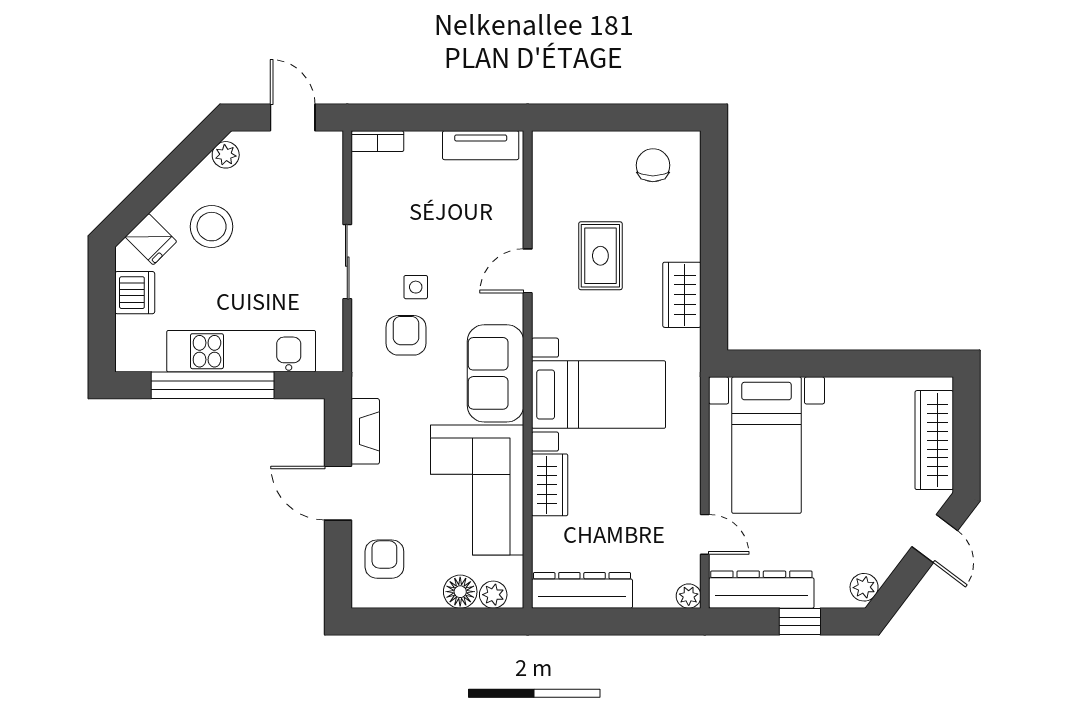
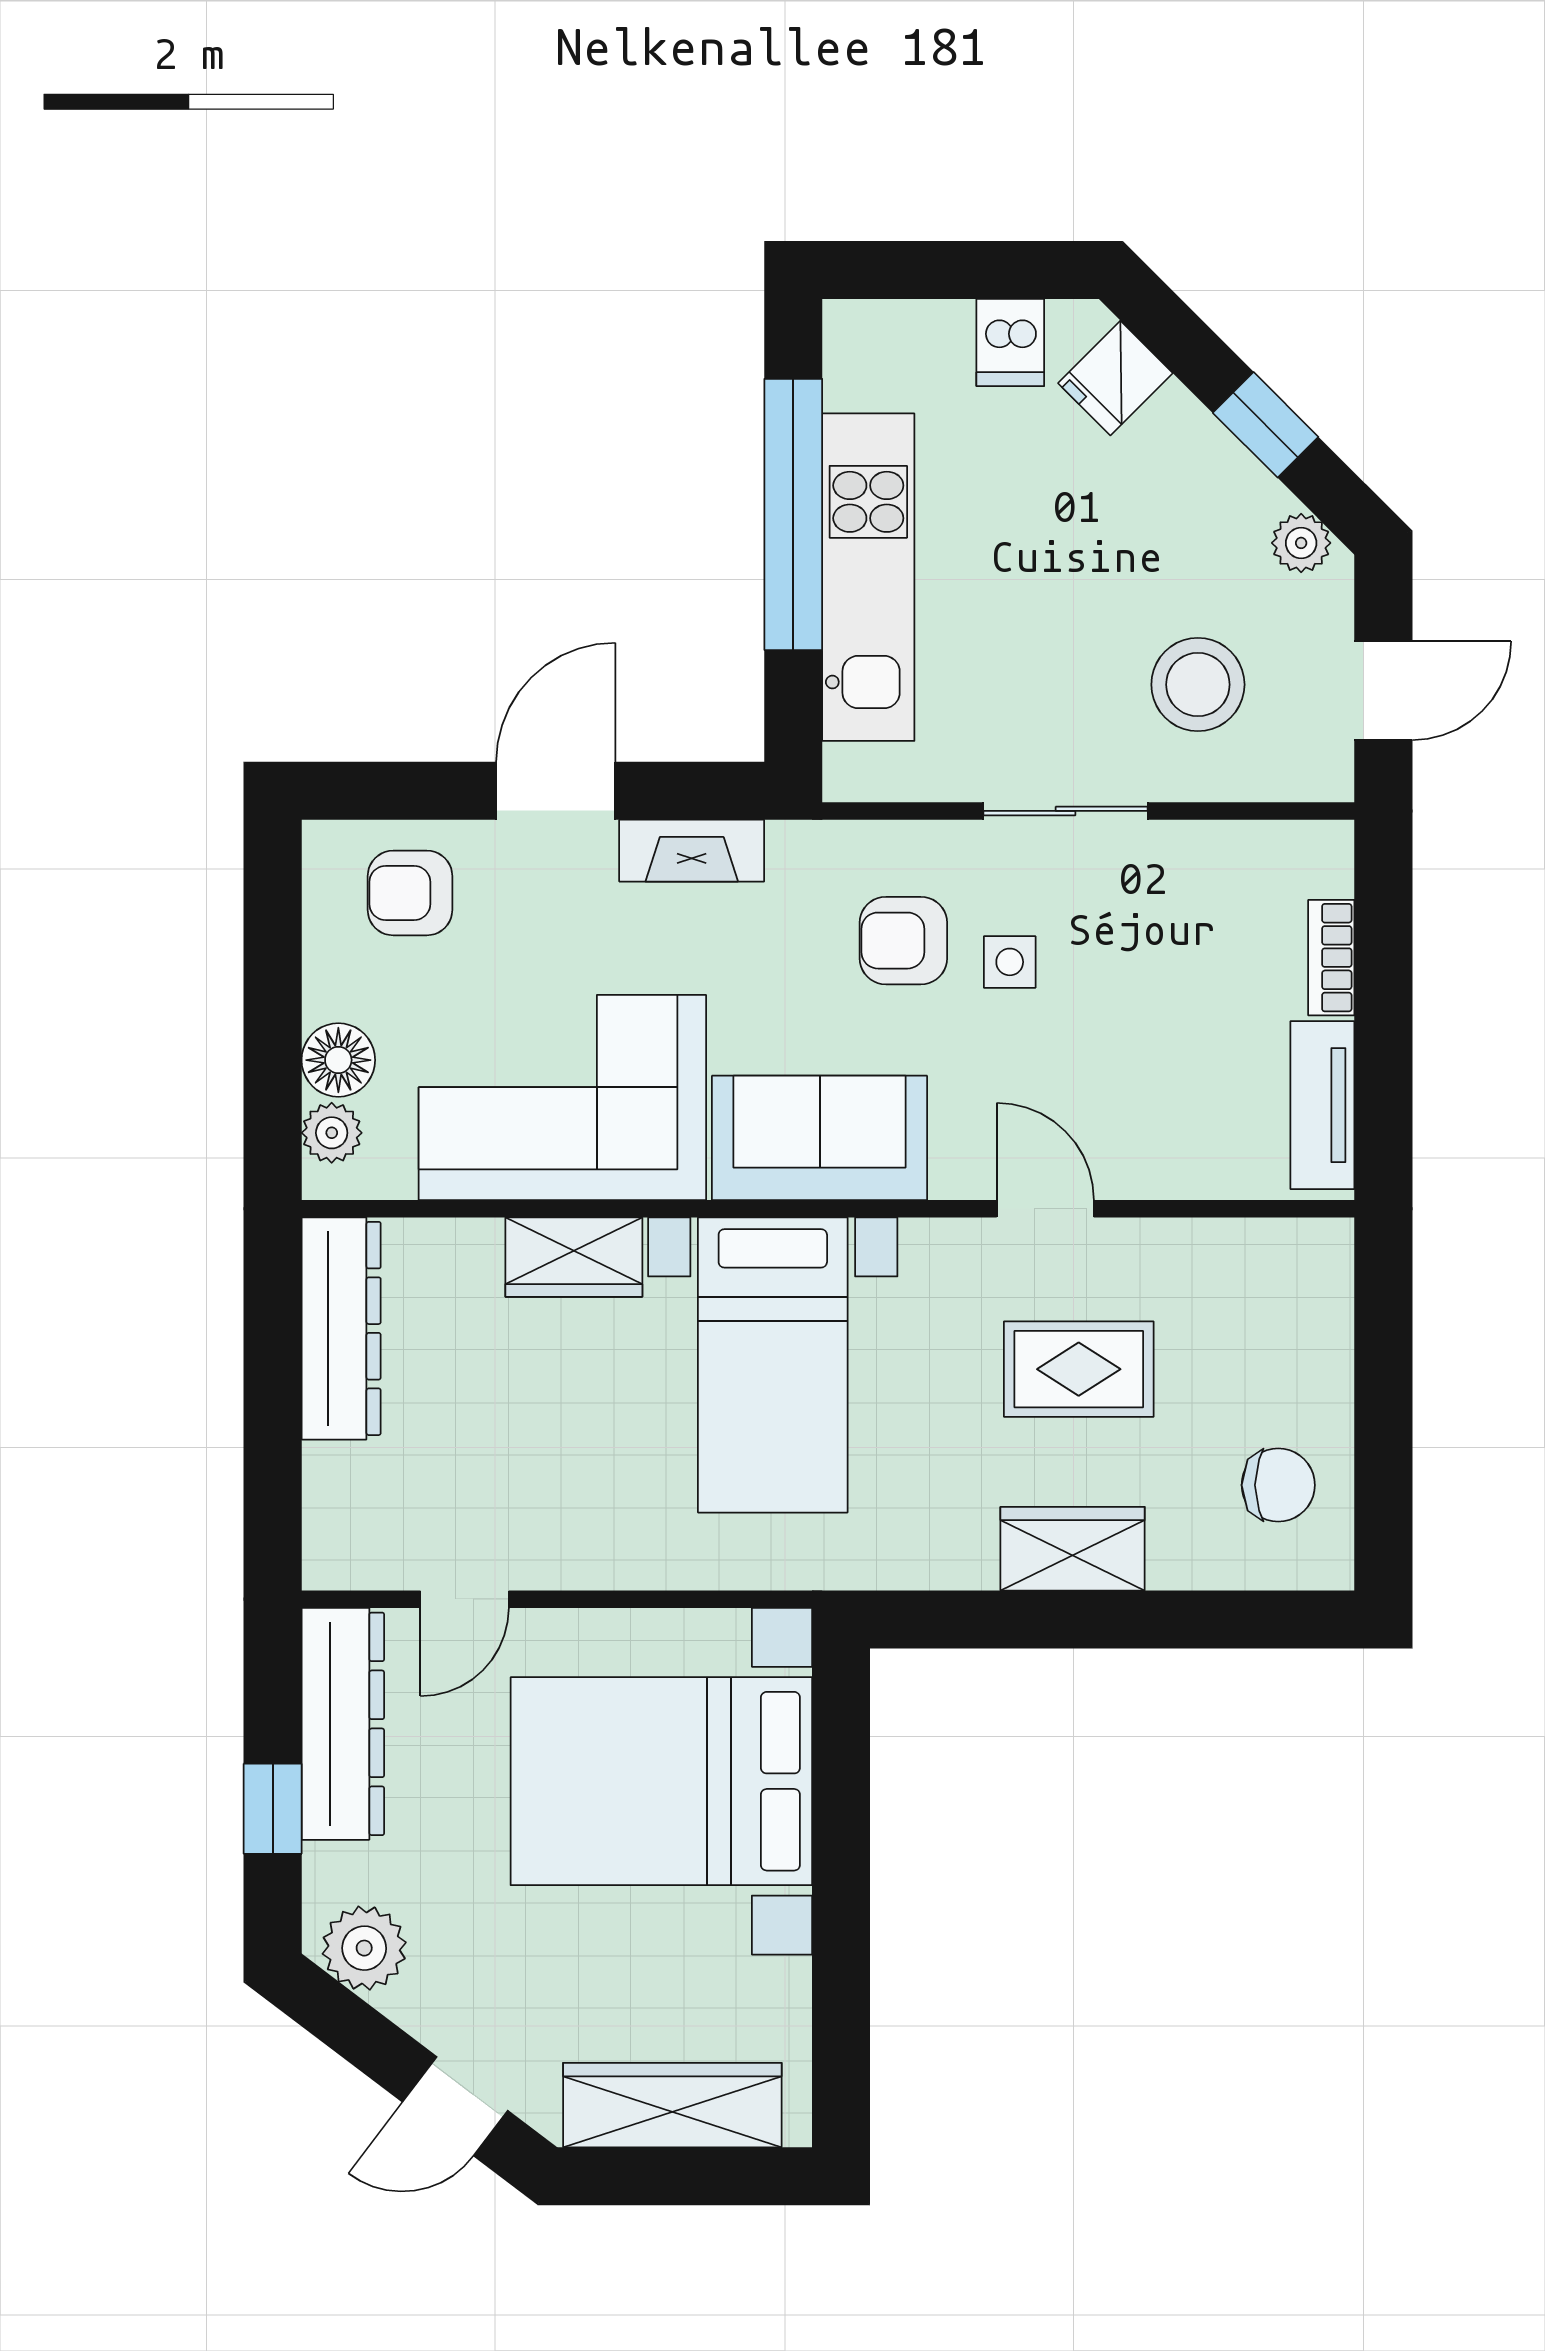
bookcase: (377, 141) -> (1331, 958), moved
window: (172, 171) -> (1266, 425), added
stool: (212, 227) -> (1198, 685), moved
dishwasher: (135, 293) -> (1010, 343), width x0.73
wardrobe: (682, 295) -> (1073, 1549), moved
armchair: (406, 335) -> (903, 941), turned 180
bed with nightstands: (767, 445) -> (661, 1781), width x1.36
armchair: (384, 559) -> (410, 893), turned 180
plant: (864, 587) -> (364, 1948), width x1.38, depth x1.38
plant: (689, 596) -> (329, 1563), removed

